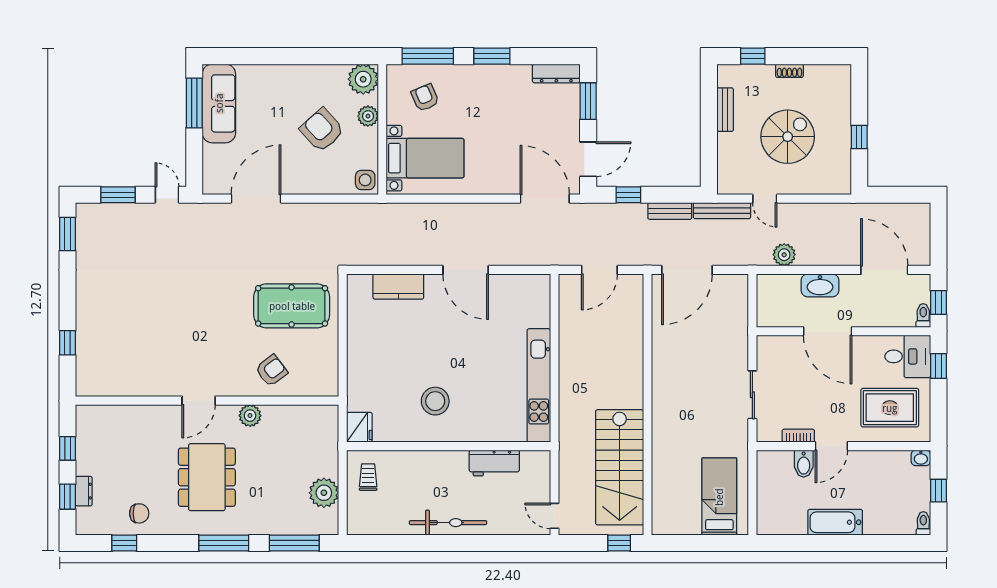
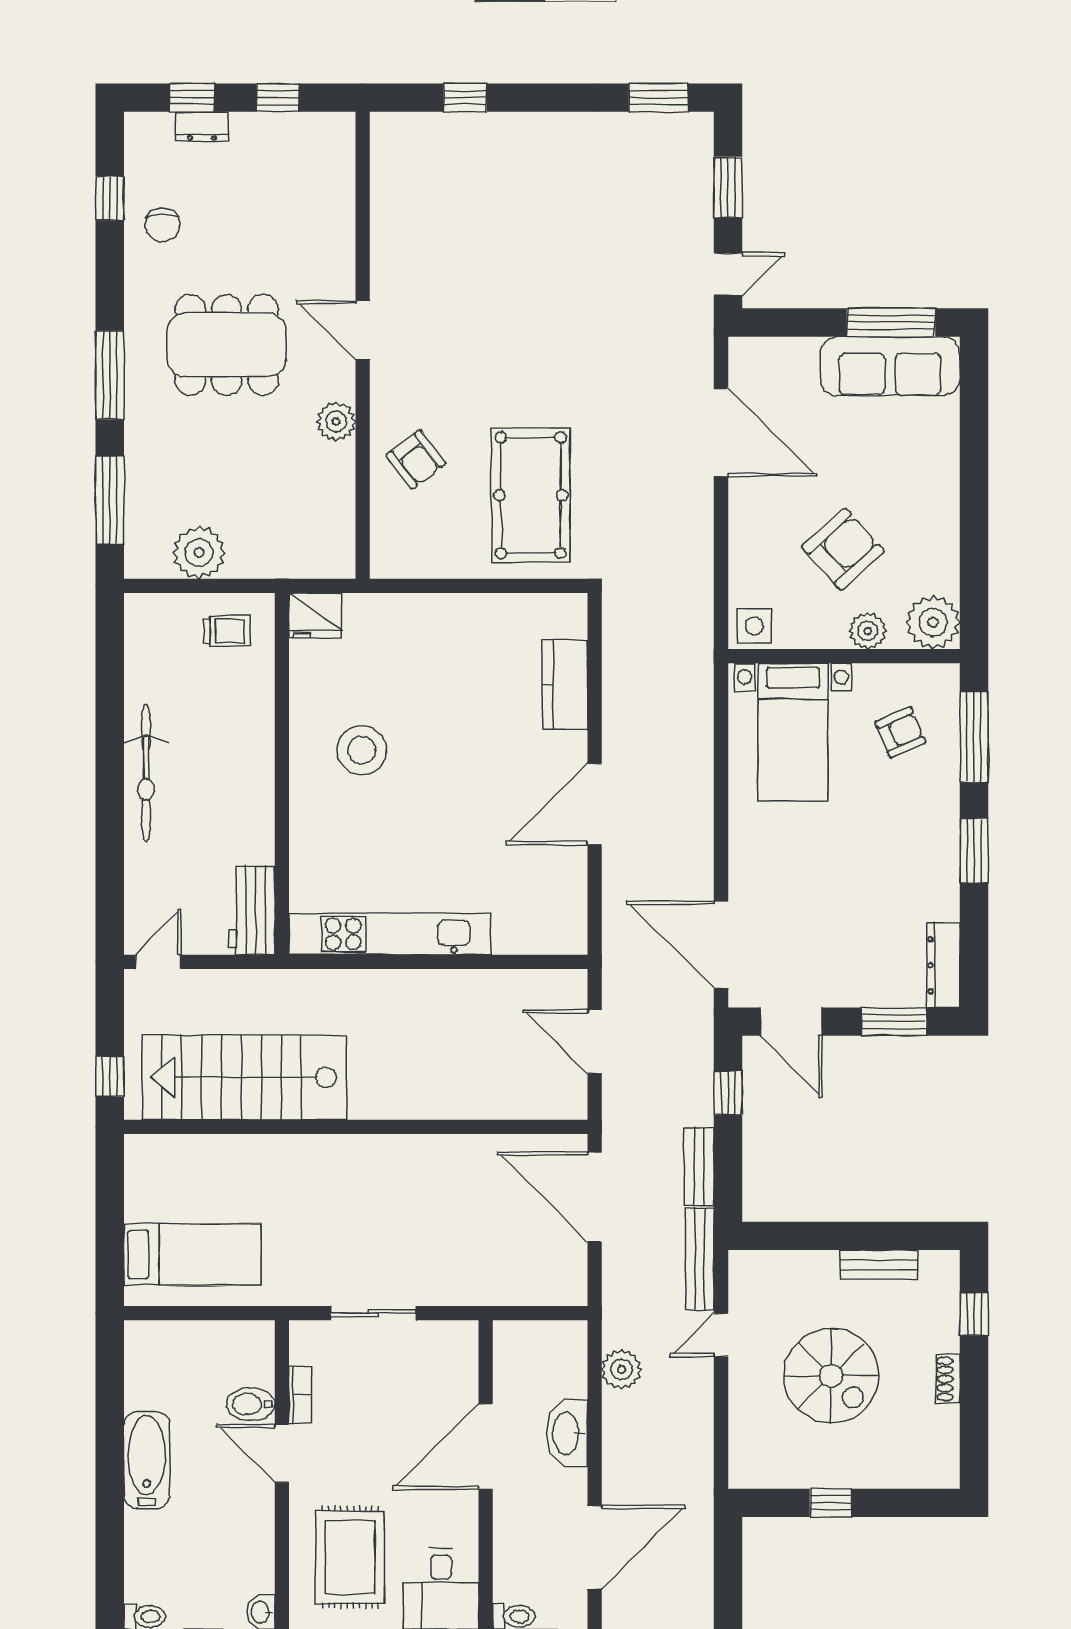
door: (545, 199) -> (721, 945), swing flipped
workbench: (494, 463) -> (252, 910), moved

